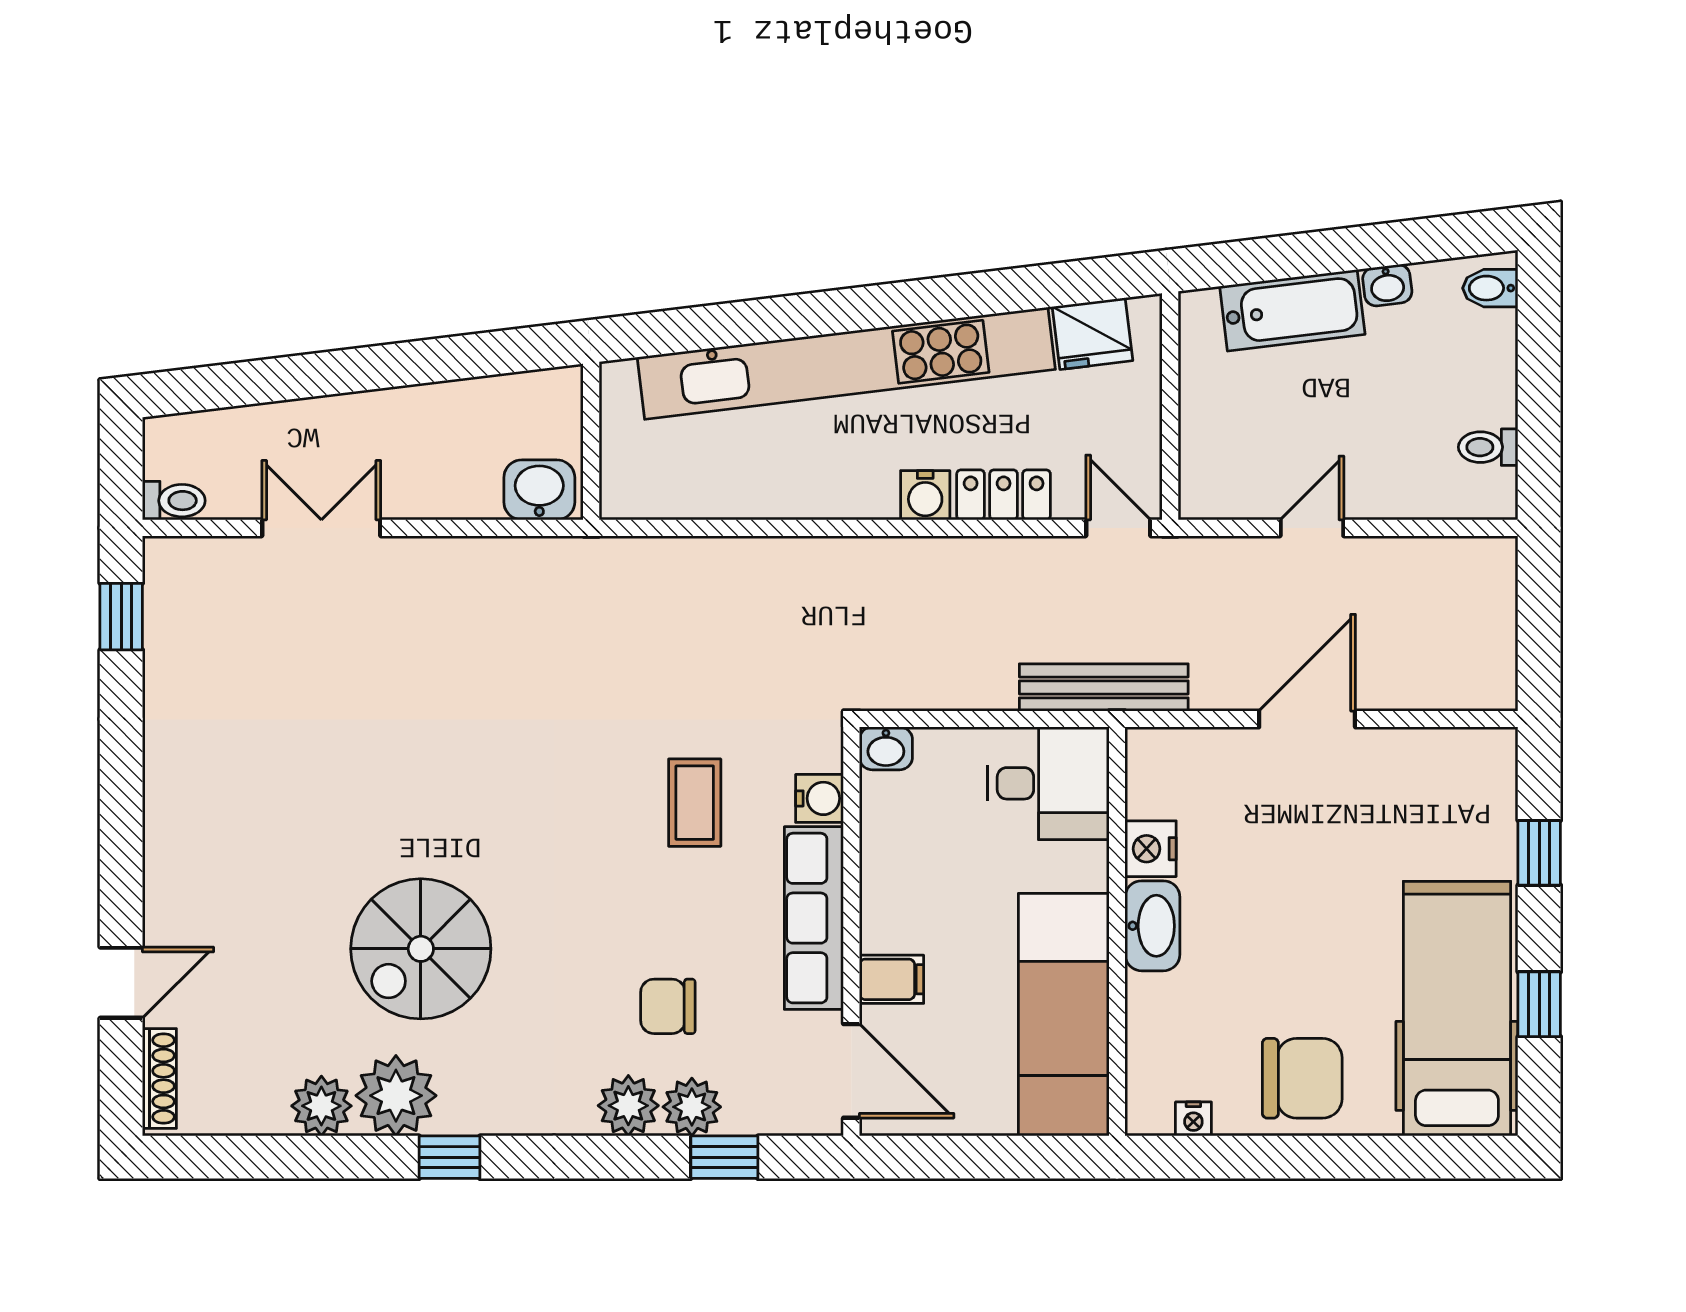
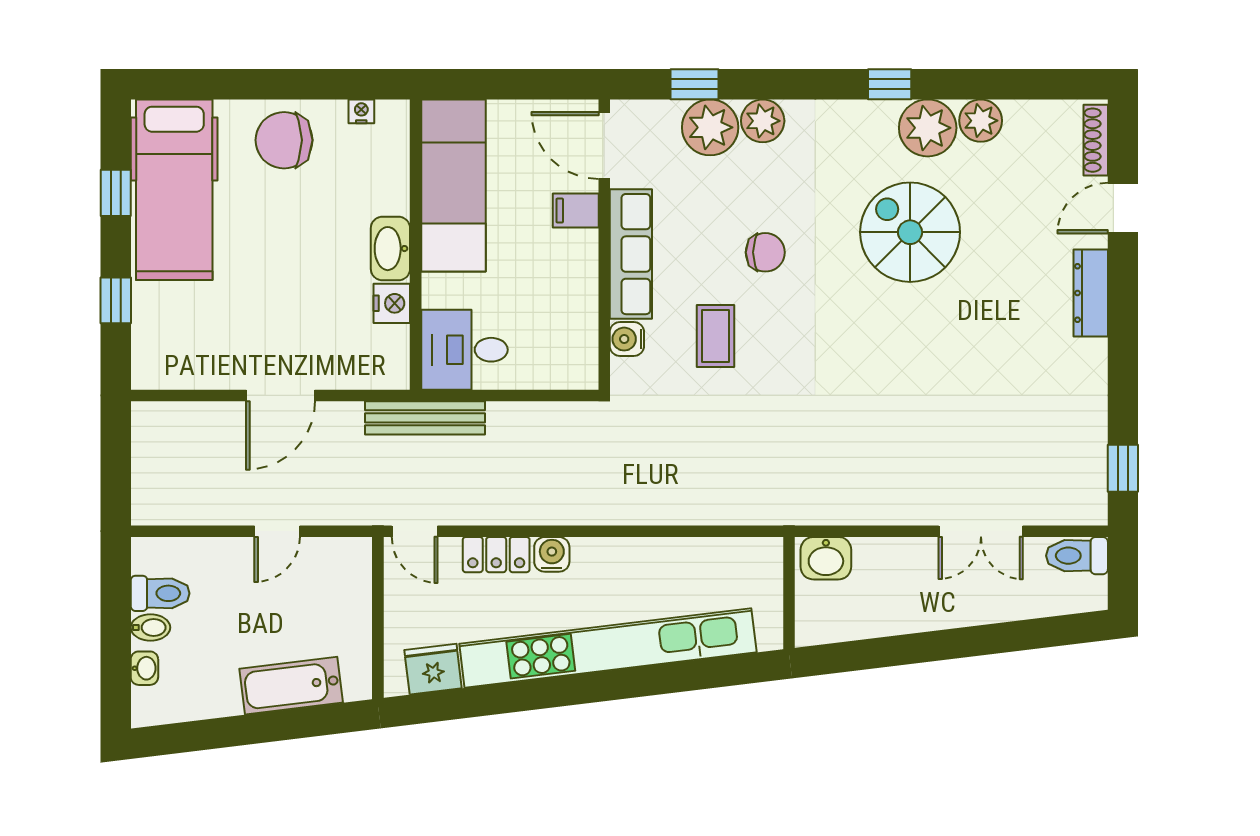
washbasin: (1387, 285) -> (144, 668), moved, turned 97
bidet: (1490, 288) -> (150, 627), moved
toilet: (1488, 447) -> (160, 593), width x1.37, depth x1.39
toilet: (174, 501) -> (1077, 556), width x1.37, depth x1.39
washbasin: (886, 748) -> (580, 375), removed
dresser: (166, 863) -> (1091, 293), added
spiral stairs: (421, 949) -> (910, 232), turned -90
chair: (668, 1006) -> (765, 252), moved
plant: (692, 1107) -> (710, 127), width x1.36, depth x1.36

